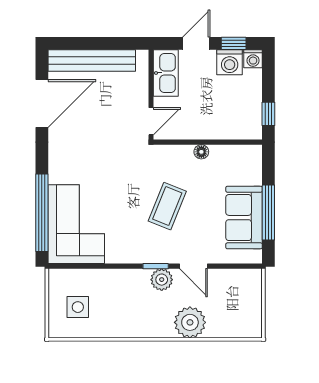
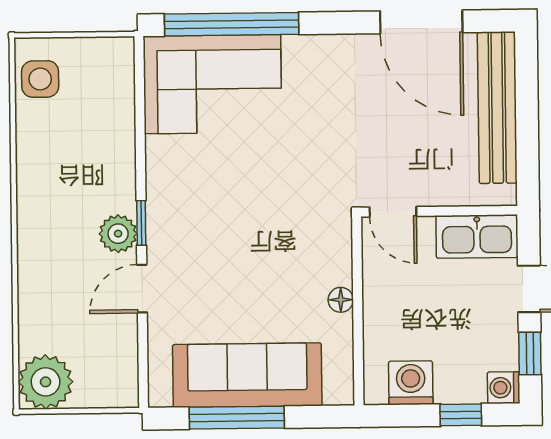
washing machine: (230, 62) -> (411, 383), moved, turned 90
window: (268, 114) -> (461, 415), moved
coffee table: (167, 206) -> (246, 242), removed
sofa: (244, 218) -> (247, 375), width x1.36
side table: (78, 307) -> (40, 79), moved
plant: (190, 322) -> (46, 382), moved

